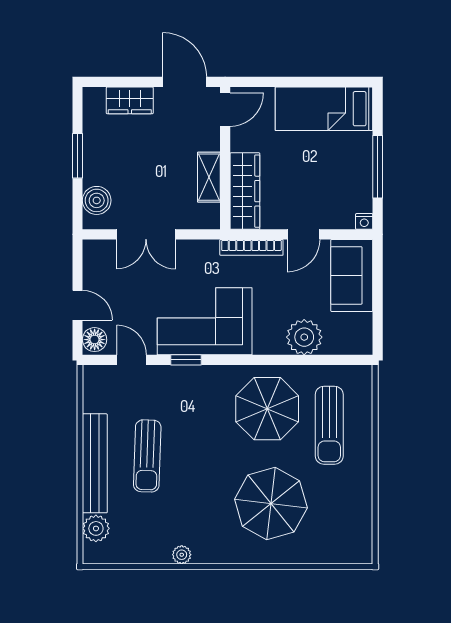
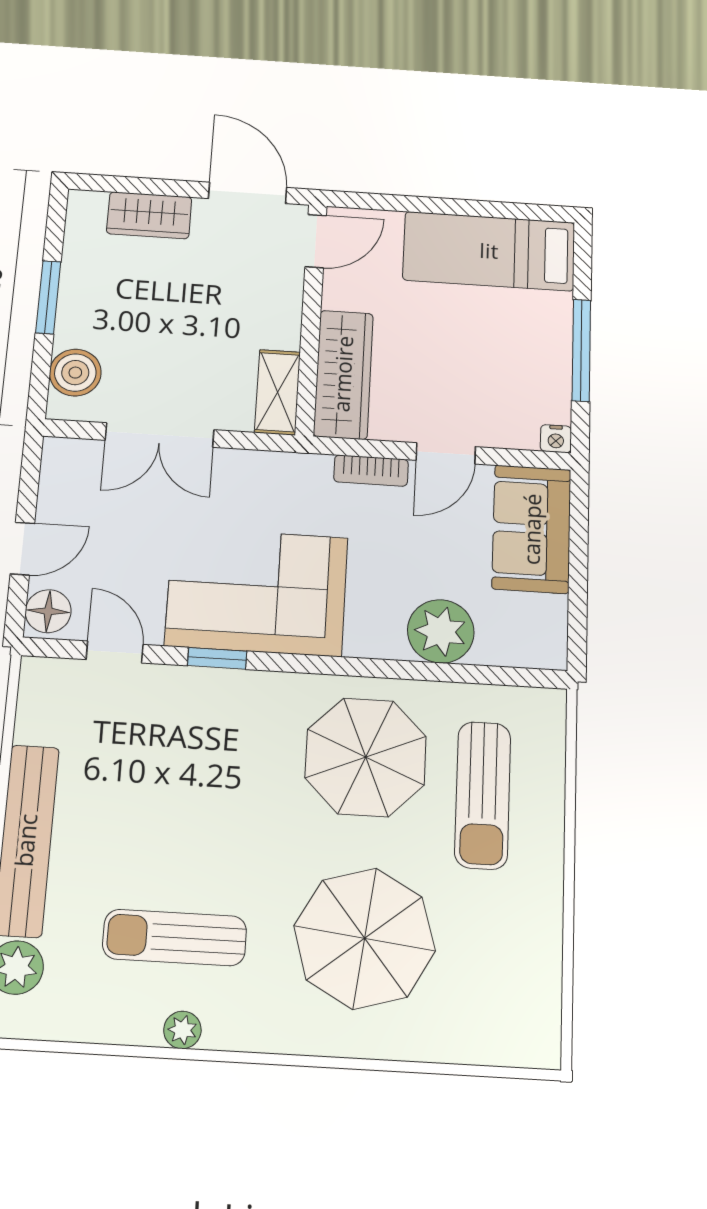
shelving: (209, 177) -> (277, 392), moved
bookcase: (251, 247) -> (371, 471), width x0.64
door: (78, 305) -> (22, 549), hinge flipped
sun lounger: (147, 456) -> (175, 938), moved, turned 88

